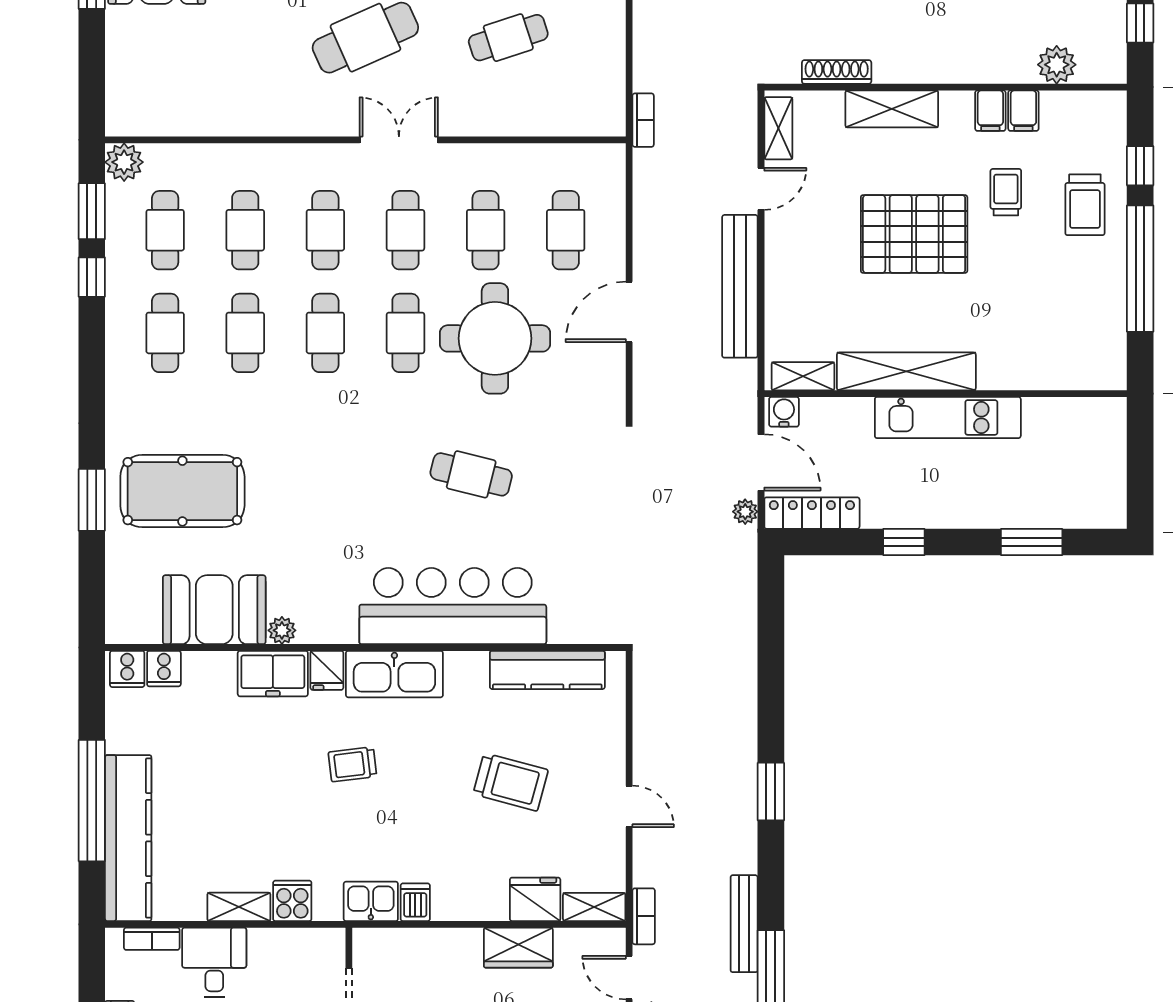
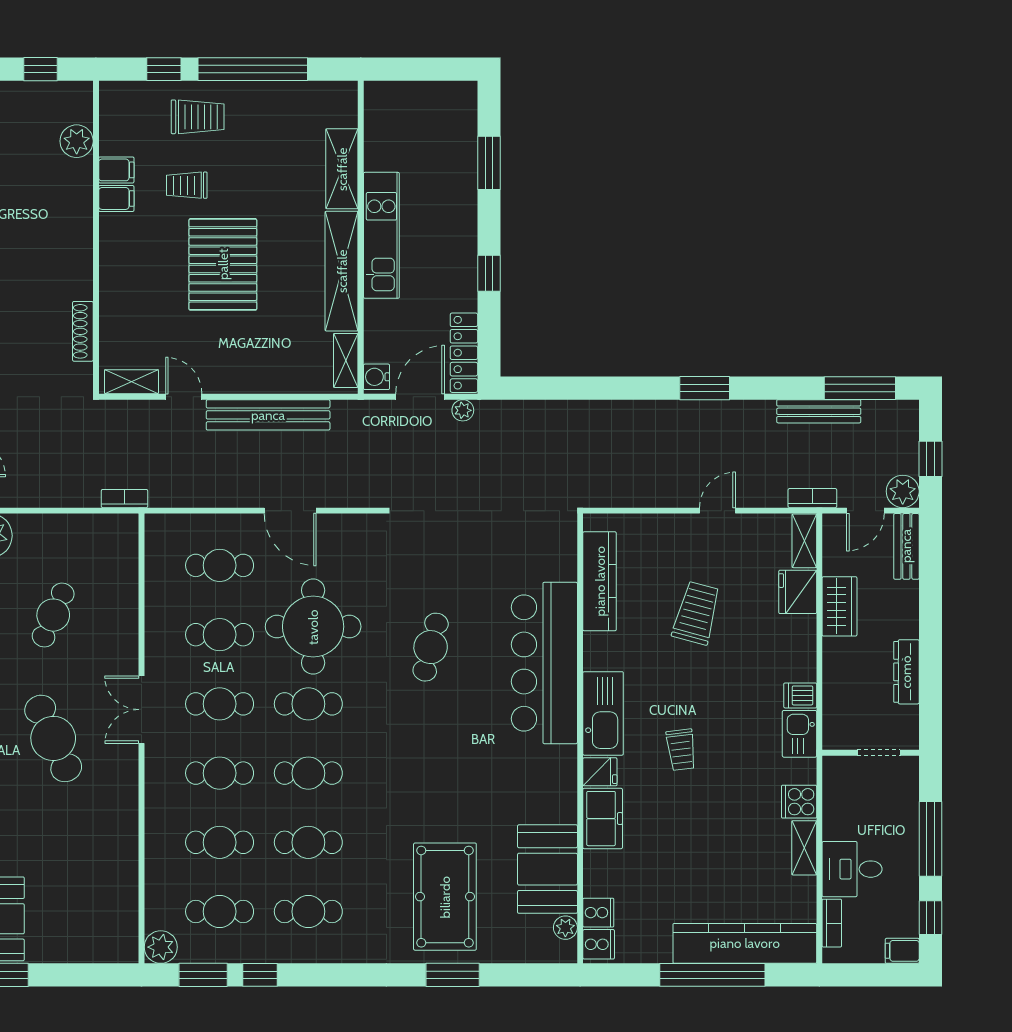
cafe table: (508, 38) -> (53, 615), turned 42
shelving: (892, 109) -> (342, 169), moved
plant: (282, 630) -> (565, 928), moved

